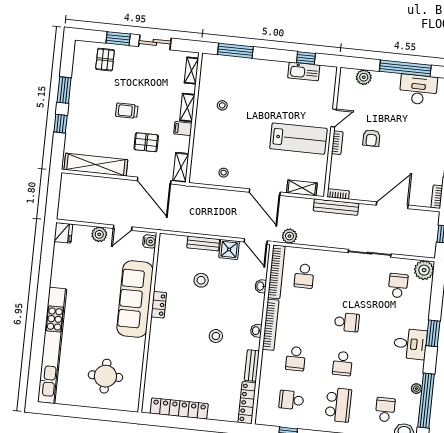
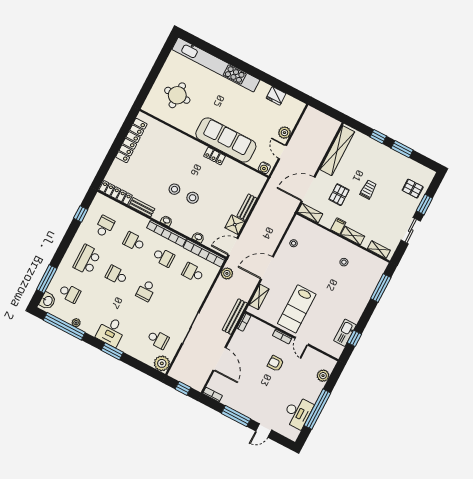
fridge: (63, 233) -> (276, 96), moved
stool: (201, 280) -> (193, 198), moved
school desk: (300, 317) -> (163, 257), added
school desk: (338, 405) -> (87, 260), turned 90

